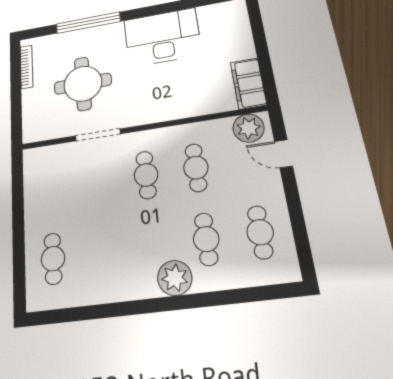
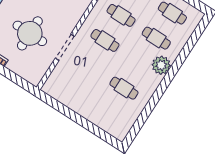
cafe table: (53, 259) -> (124, 88), moved

